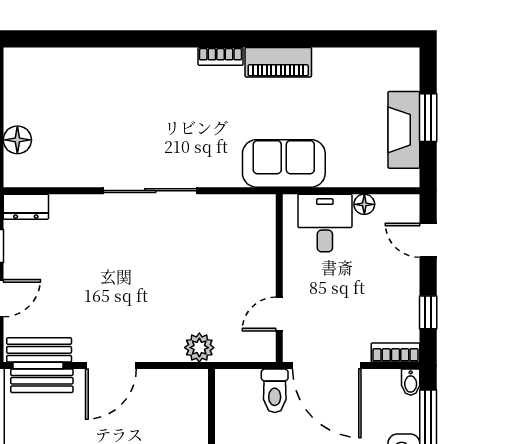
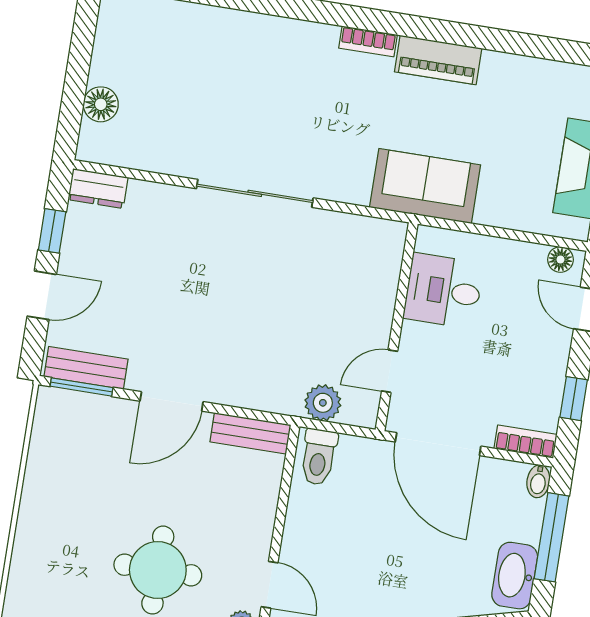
floor lamp: (364, 204) -> (560, 260), moved
desk: (325, 223) -> (443, 291), moved, turned -90
plant: (199, 348) -> (323, 403), moved
bench: (42, 381) -> (250, 433), moved
toilet: (275, 391) -> (319, 457), moved

